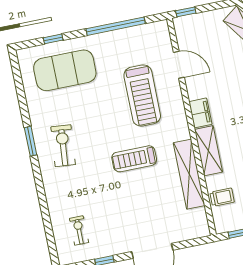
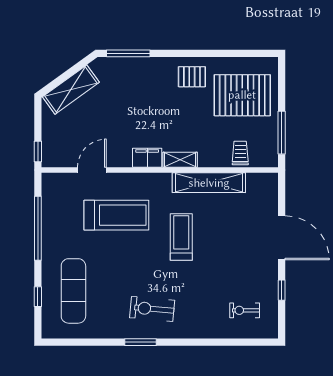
exercise mat: (65, 70) -> (73, 291), width x0.68
shelving: (208, 151) -> (180, 160), width x0.67, depth x0.75
treadmill: (134, 159) -> (181, 237), turned 180

